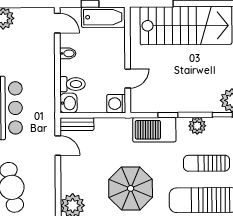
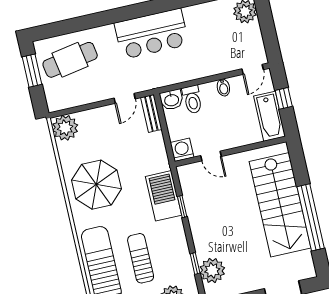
plant: (197, 126) -> (178, 240), removed

